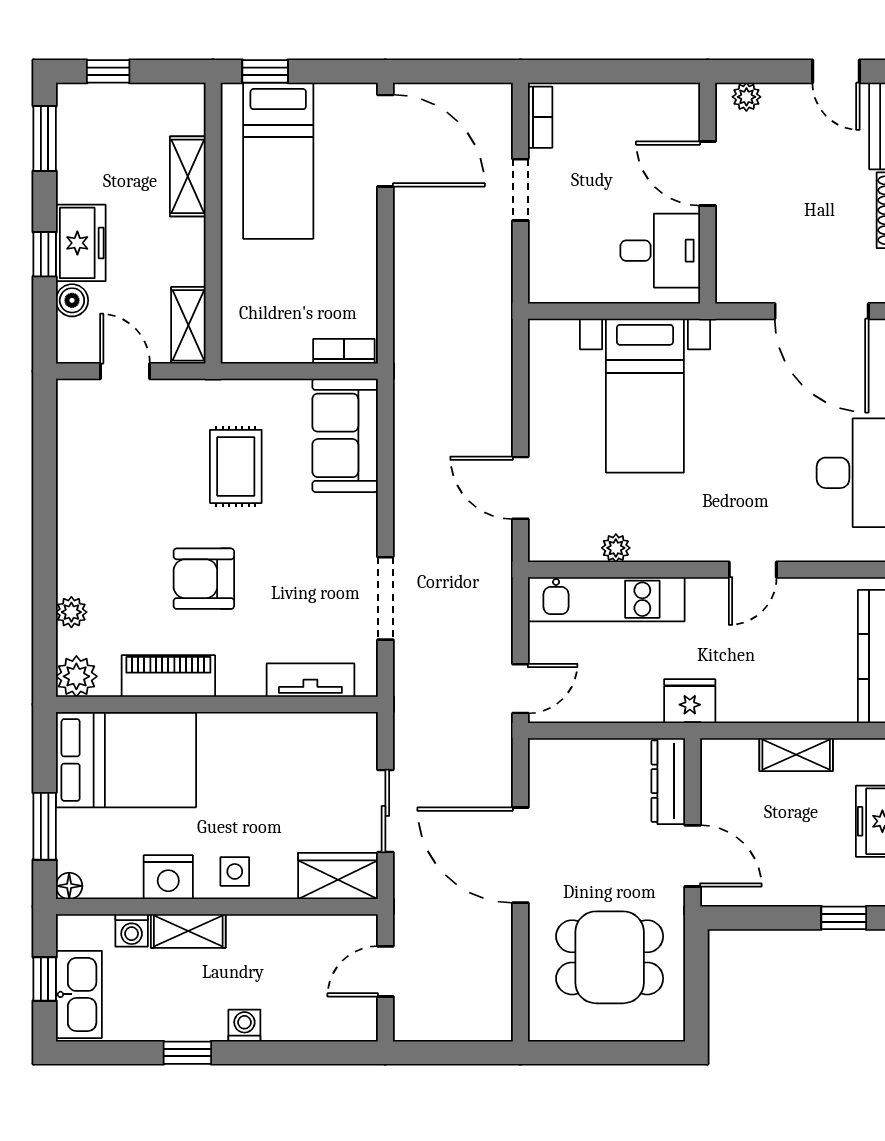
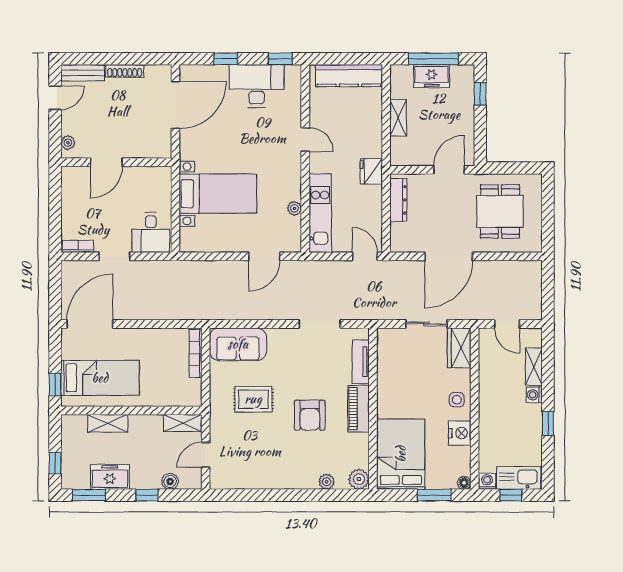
freezer: (81, 243) -> (110, 477), moved
desk: (660, 251) -> (151, 233), moved, turned 180
bookcase: (344, 351) -> (196, 354), width x1.56
piano: (168, 676) -> (359, 409), moved
dresser: (668, 781) -> (398, 200), moved, turned -90
washing machine: (132, 930) -> (487, 481), moved, turned -90
shelving: (188, 931) -> (534, 366), moved

